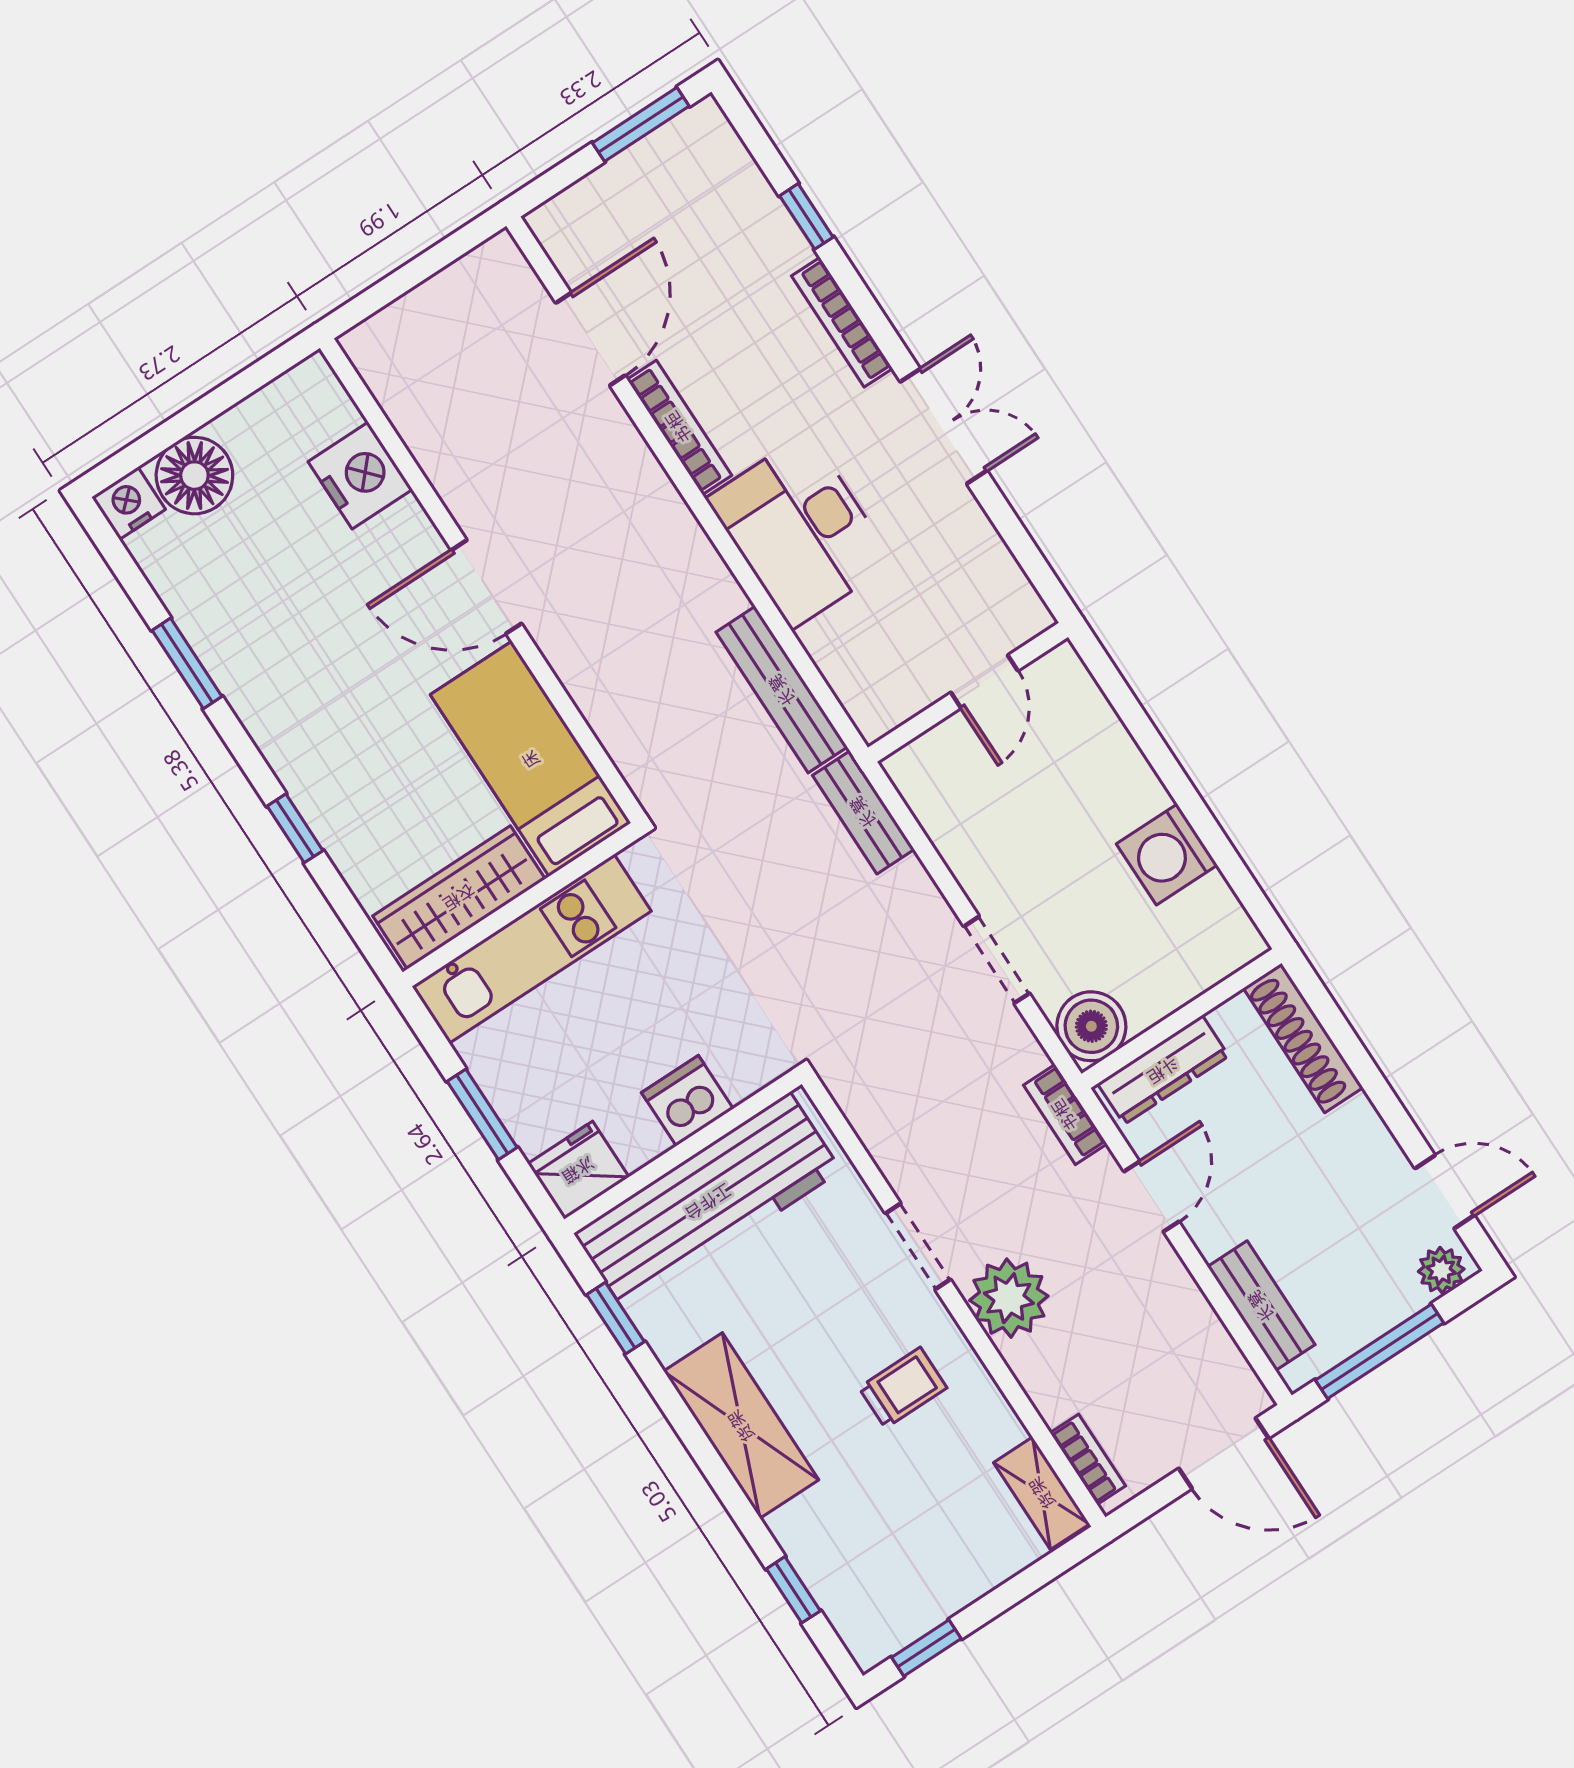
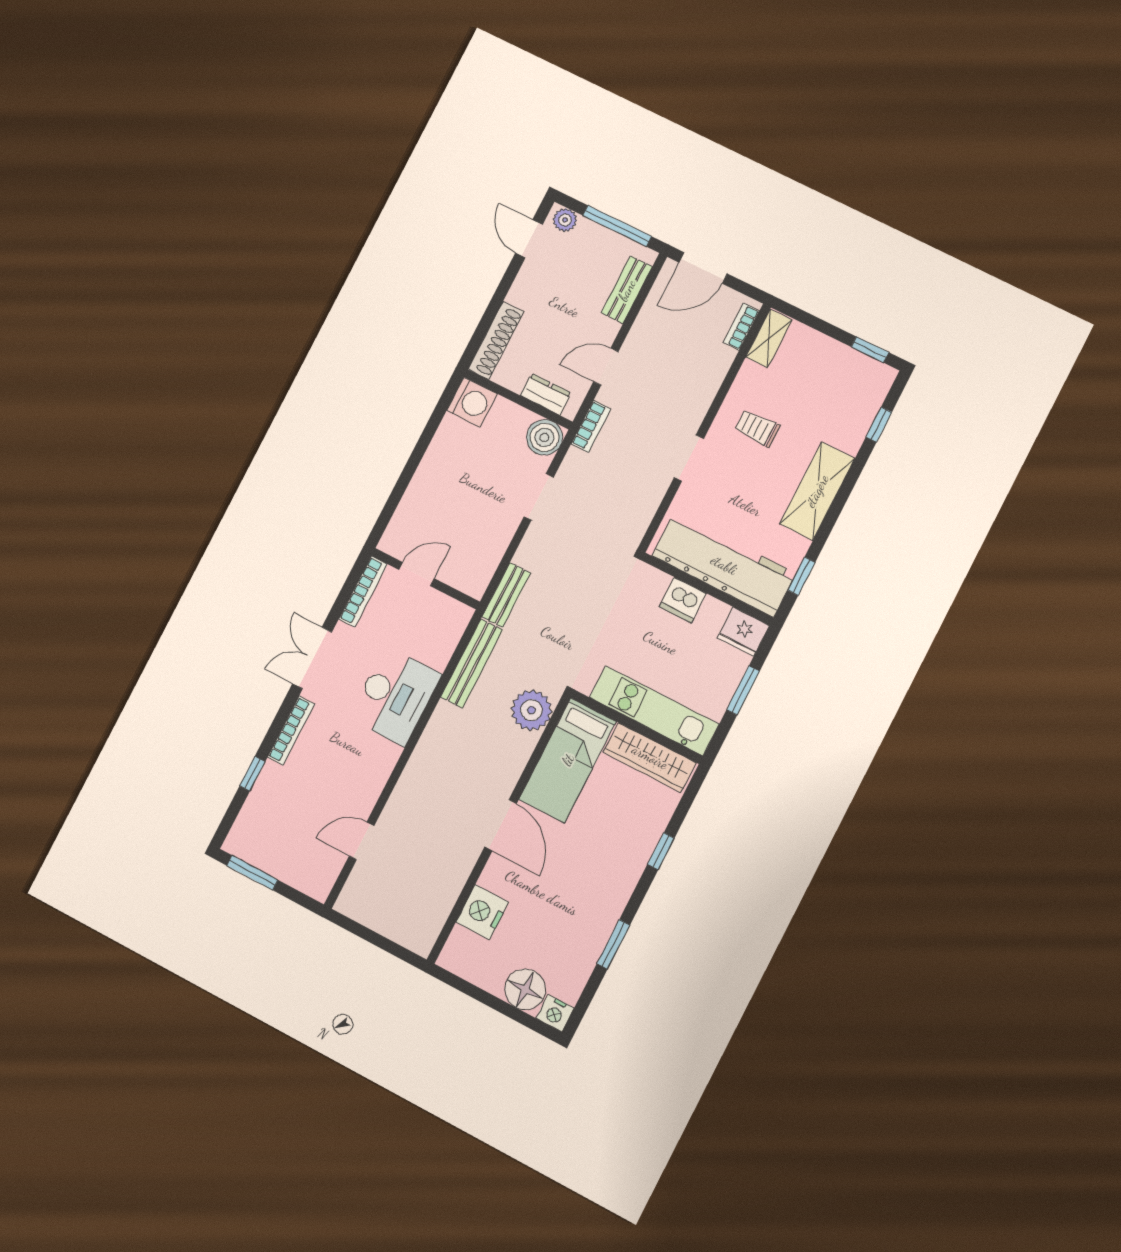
door: (590, 339) -> (362, 841), width x0.73
bookcase: (679, 427) -> (363, 592), moved, turned 180
washing machine: (1167, 854) -> (472, 402), moved
dresser: (1163, 1070) -> (546, 394), width x0.70
plant: (1009, 1298) -> (531, 710), moved
door: (1224, 1453) -> (703, 268), swing flipped

